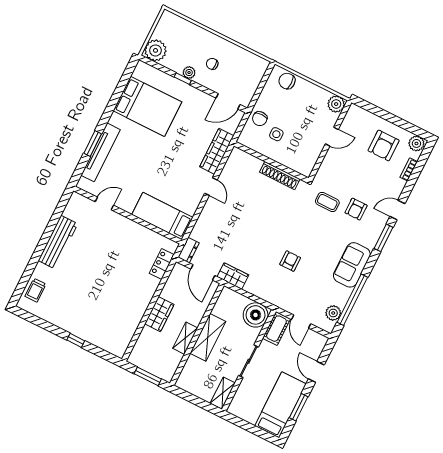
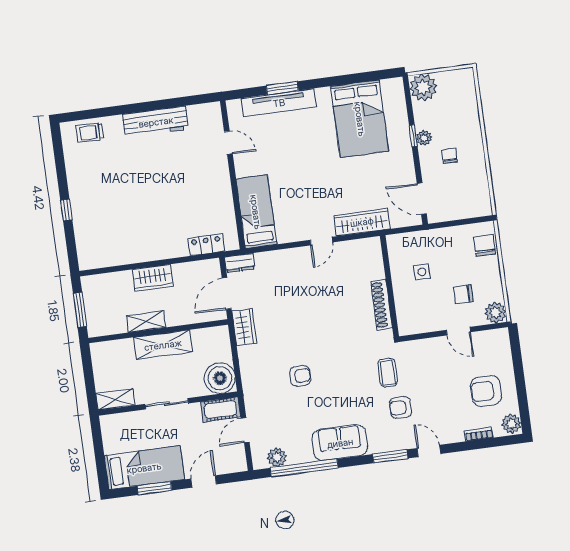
chair: (260, 119) -> (463, 294), moved

